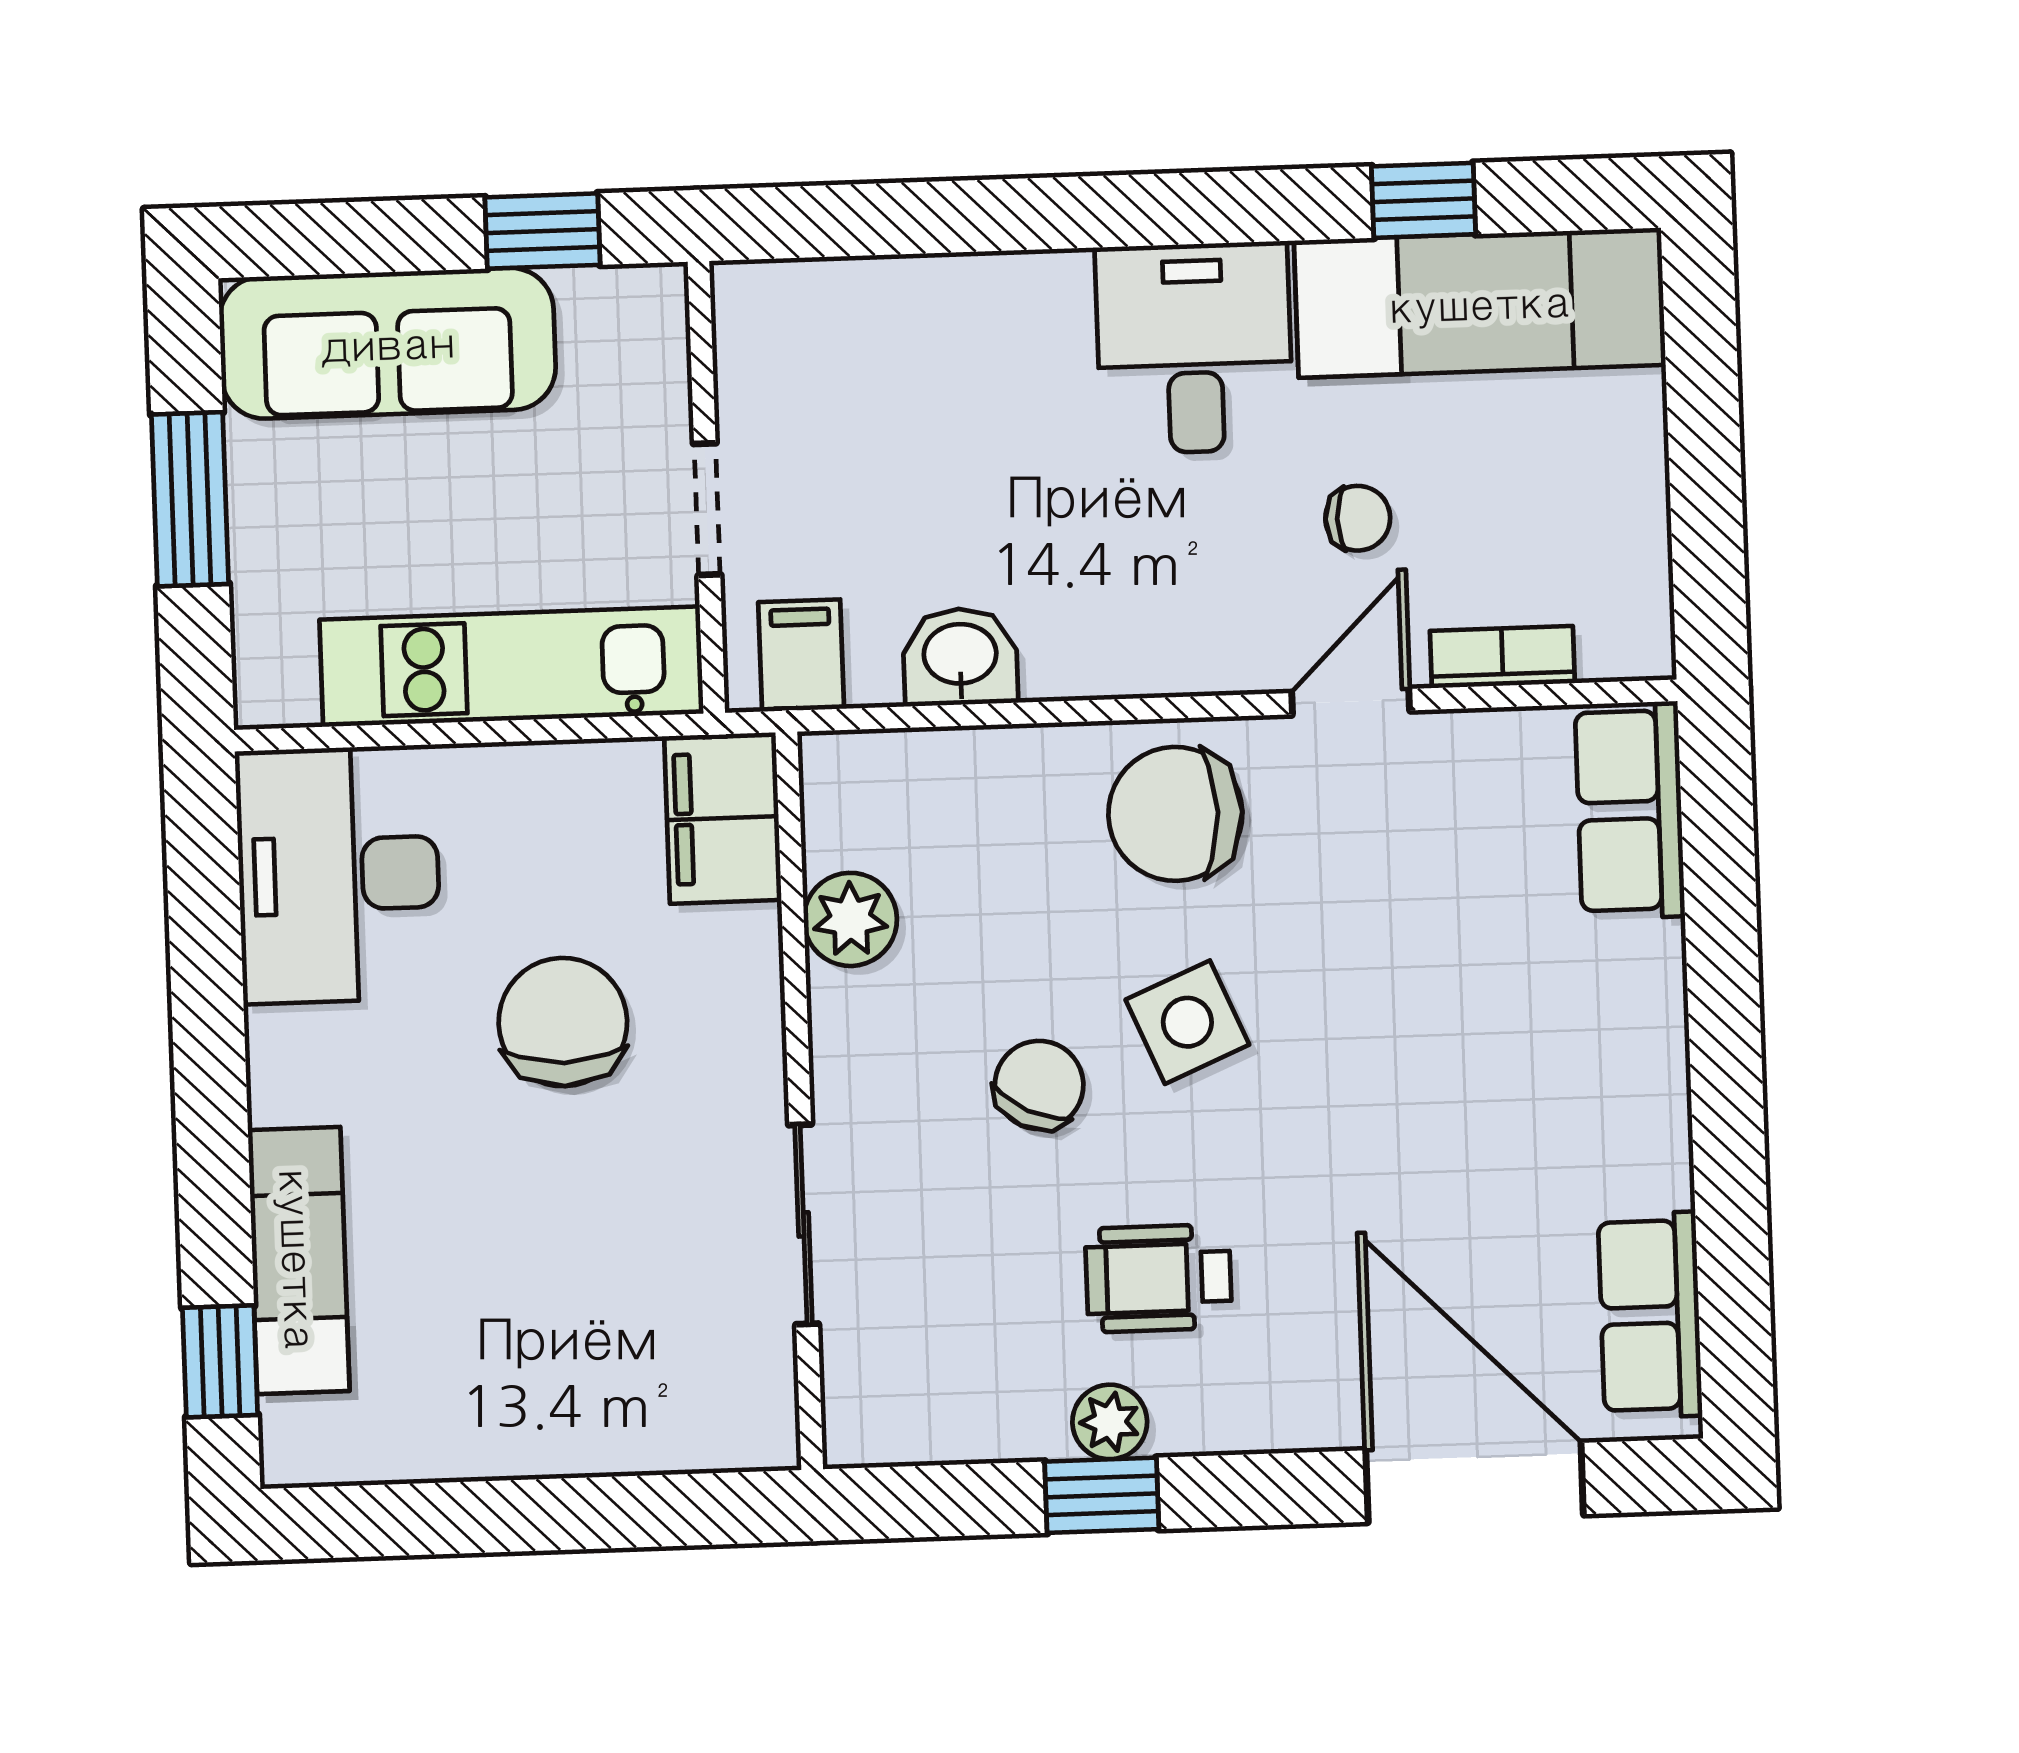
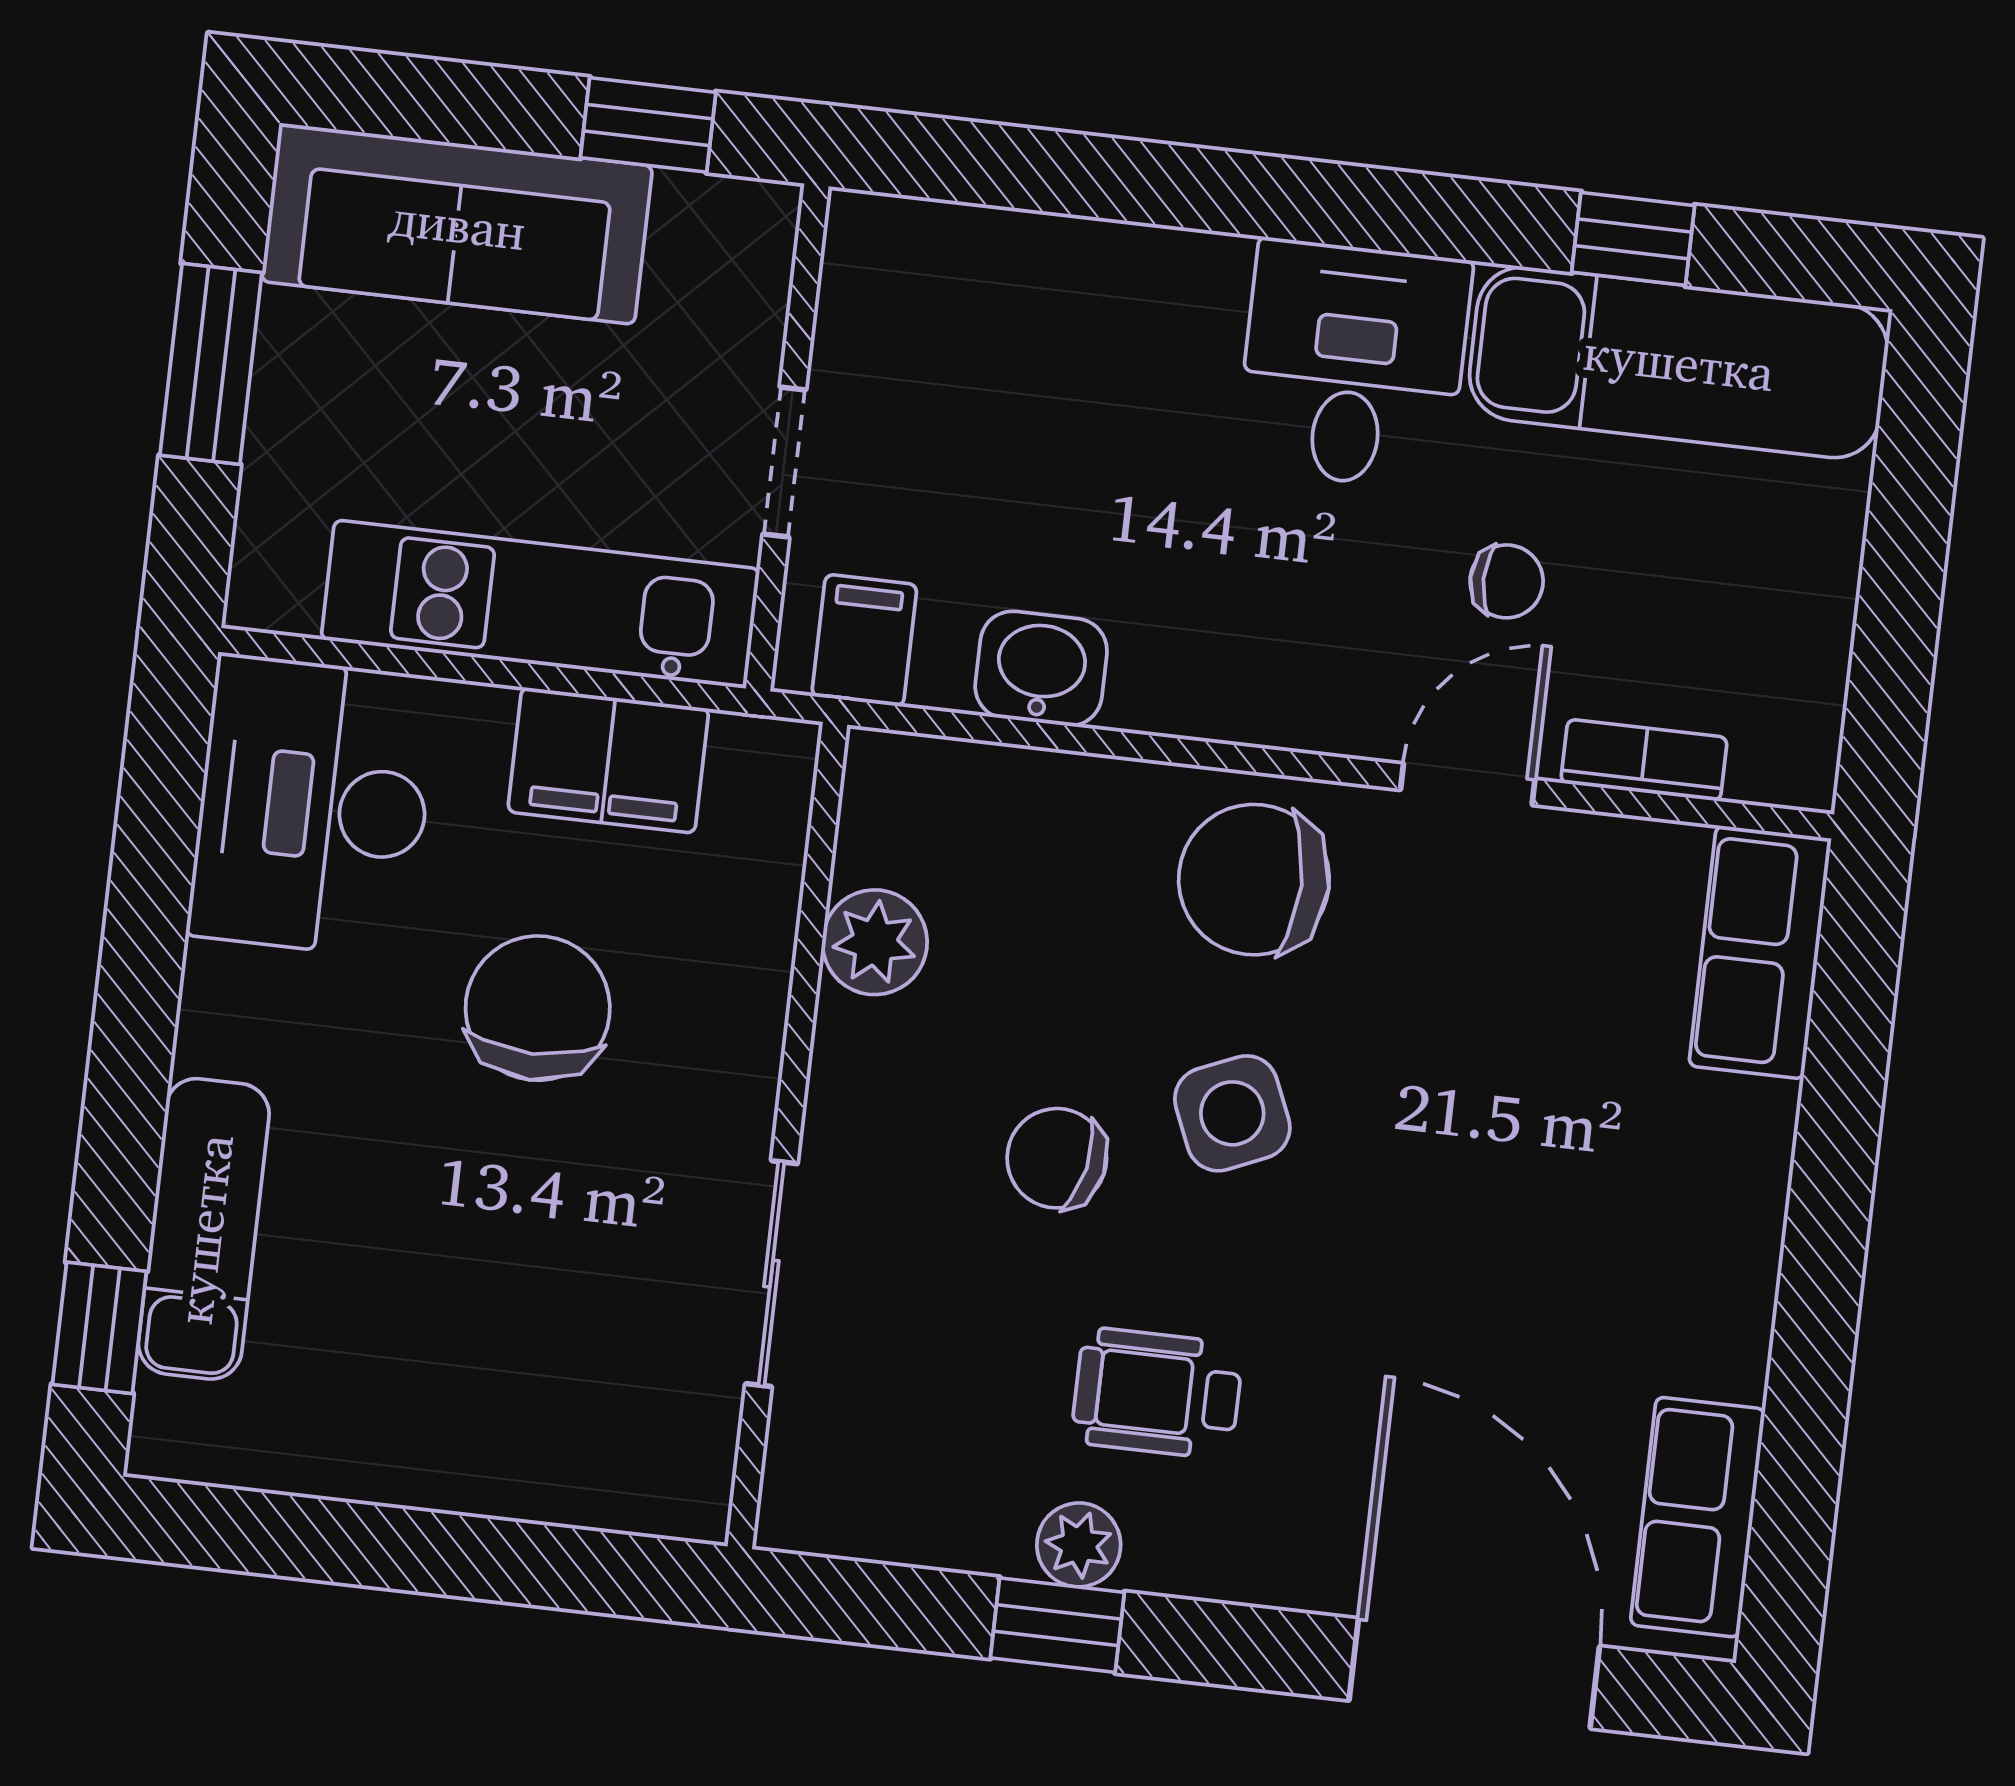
filing cabinet: (723, 818) -> (608, 760), moved, turned -90
chair: (1039, 1085) -> (1057, 1158), turned -104

